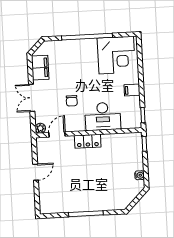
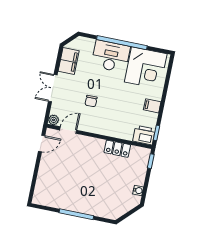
desk: (103, 116) -> (111, 56), moved, turned 180
printer: (131, 120) -> (144, 135), added
locker: (88, 141) -> (117, 149), moved
door: (36, 172) -> (42, 144), moved

